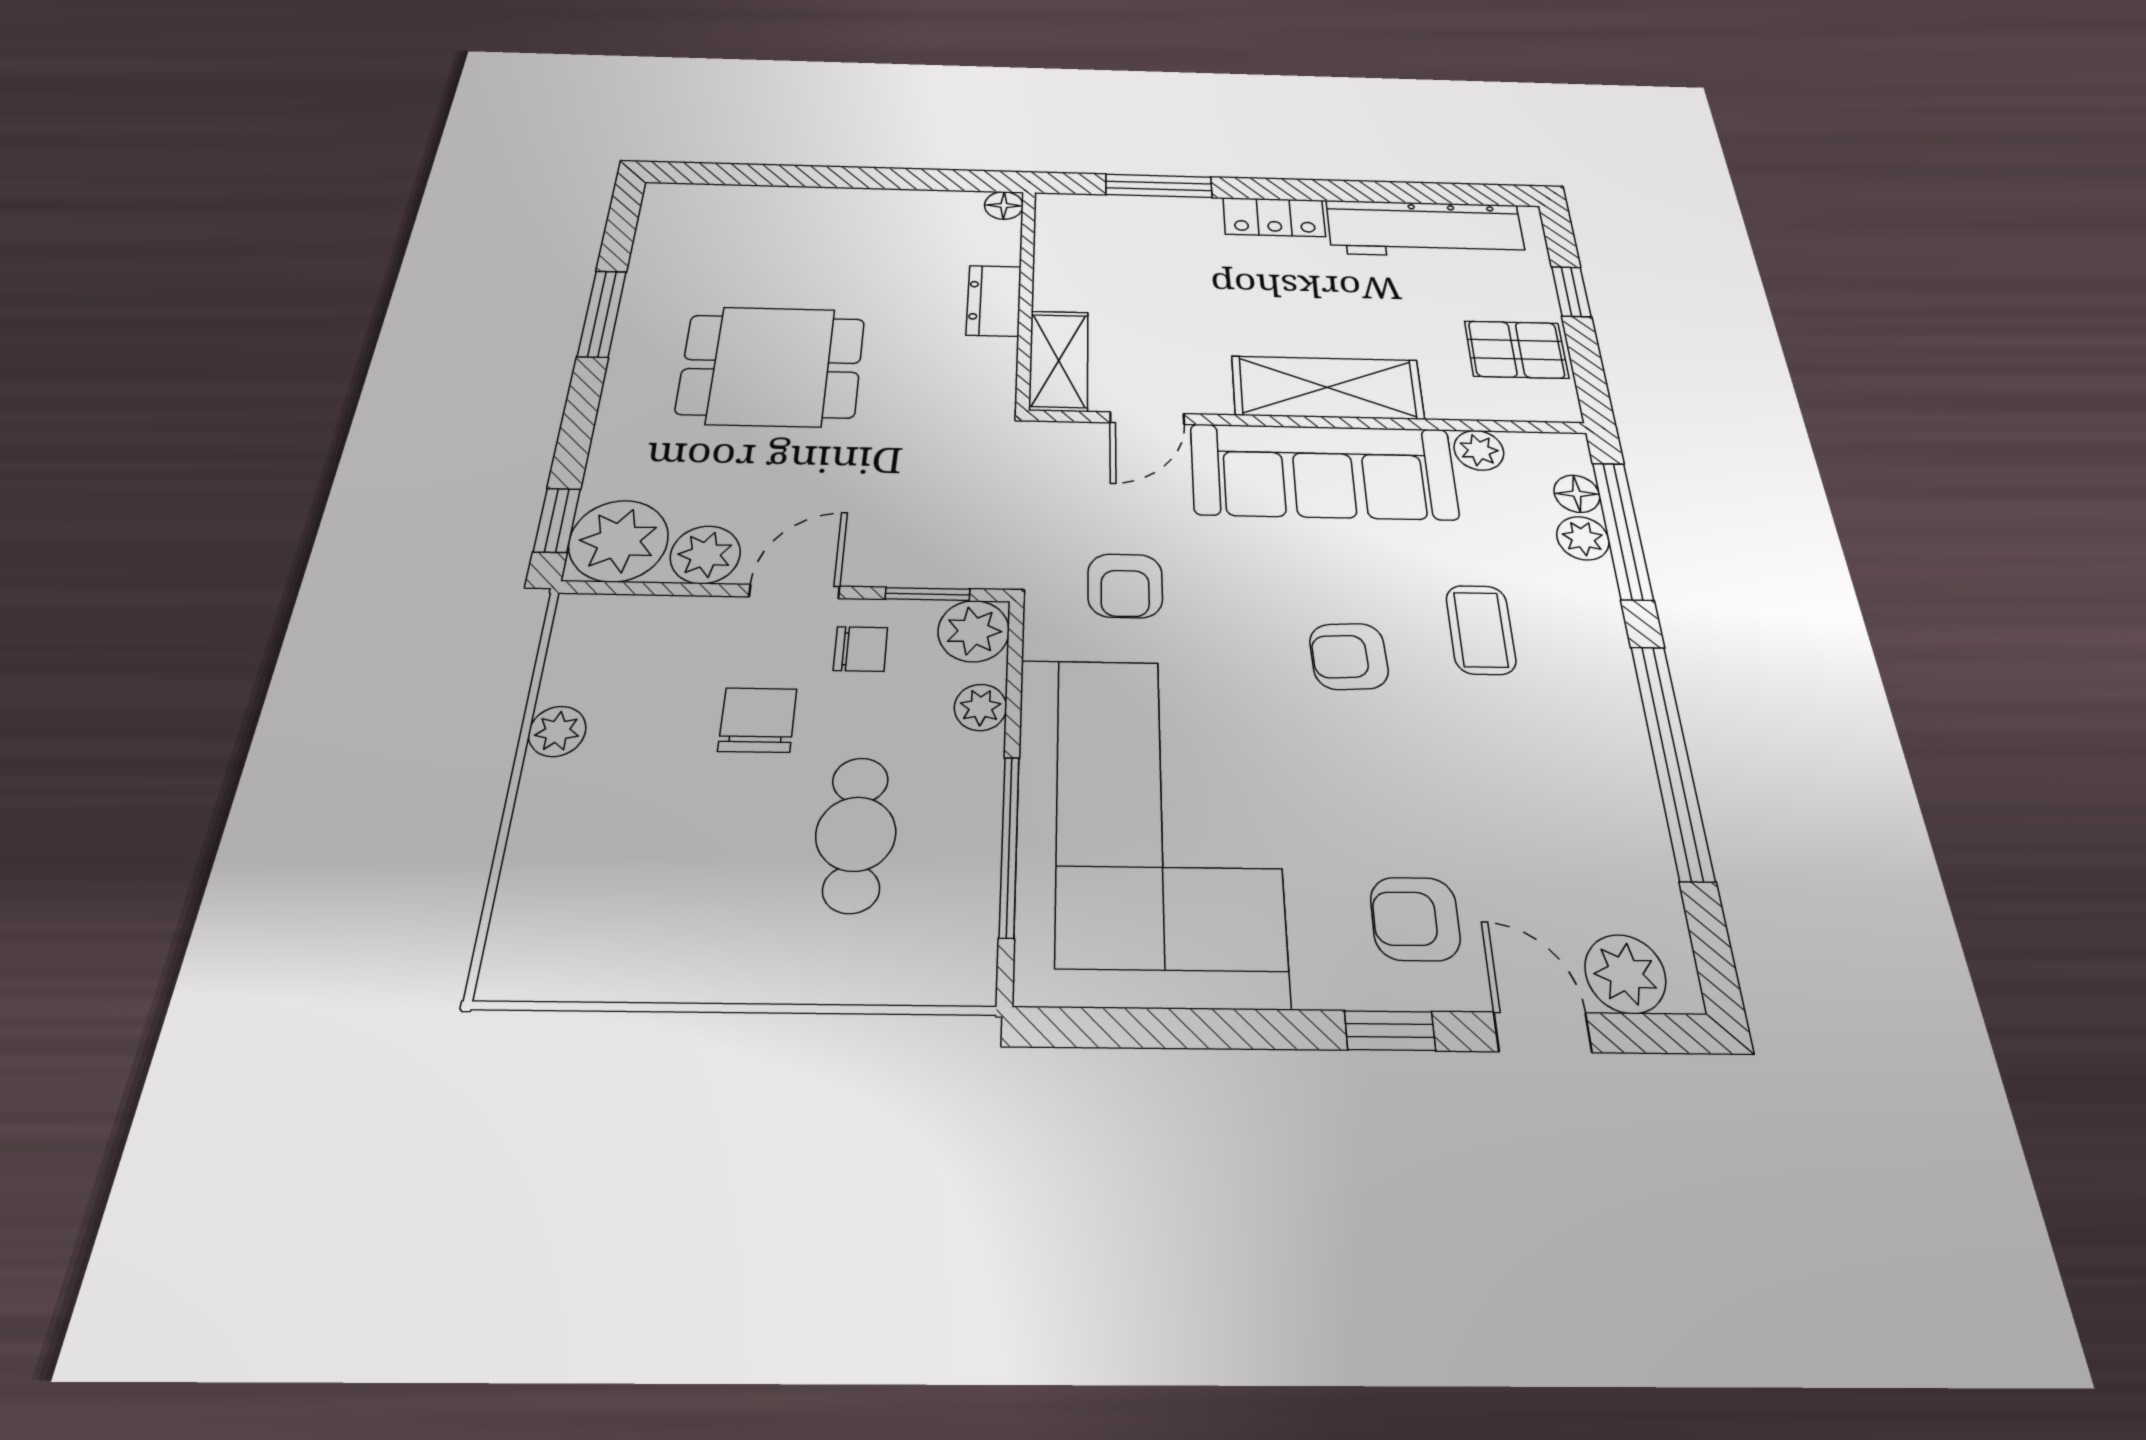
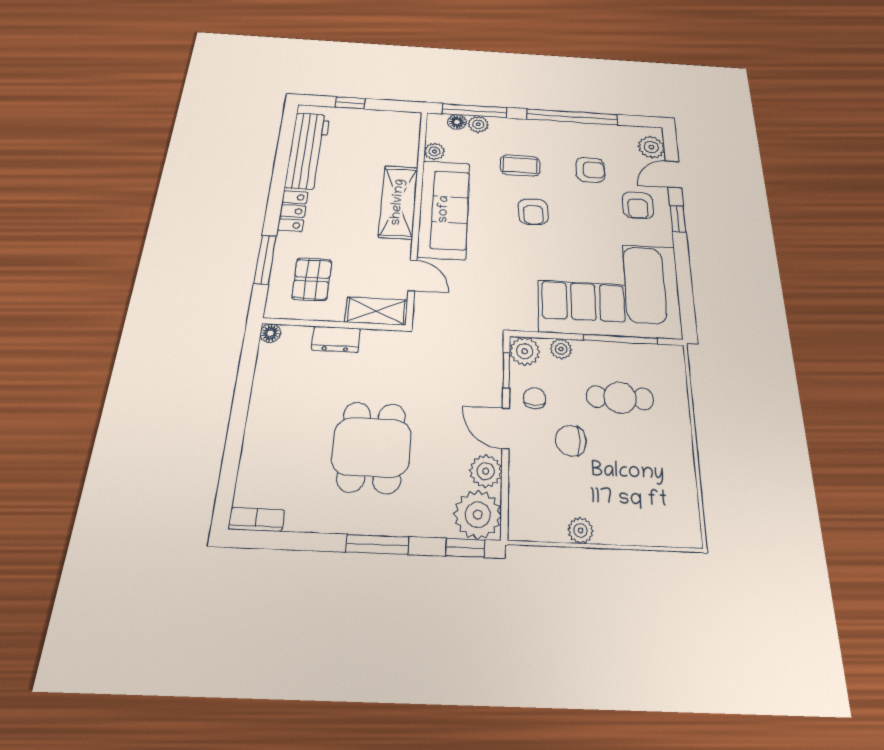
bookcase: (657, 216) -> (256, 519), added
window: (602, 314) -> (377, 544), moved
pallet: (1516, 350) -> (312, 279), moved
armchair: (1125, 586) -> (590, 170), moved

